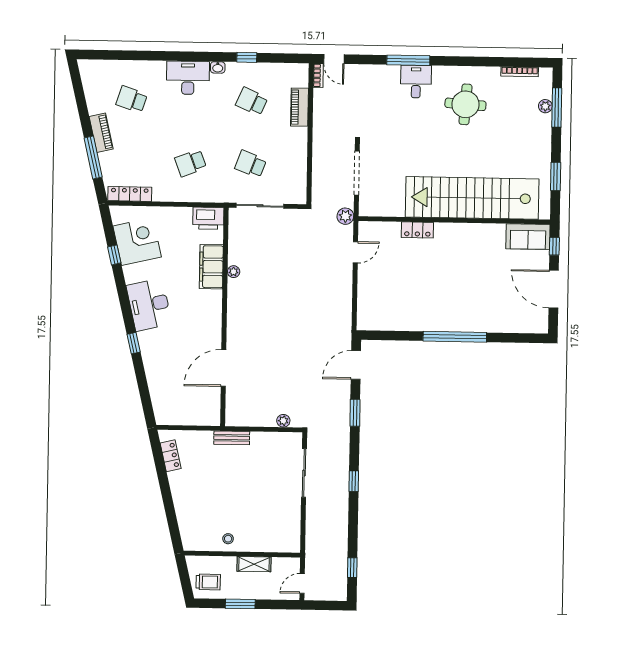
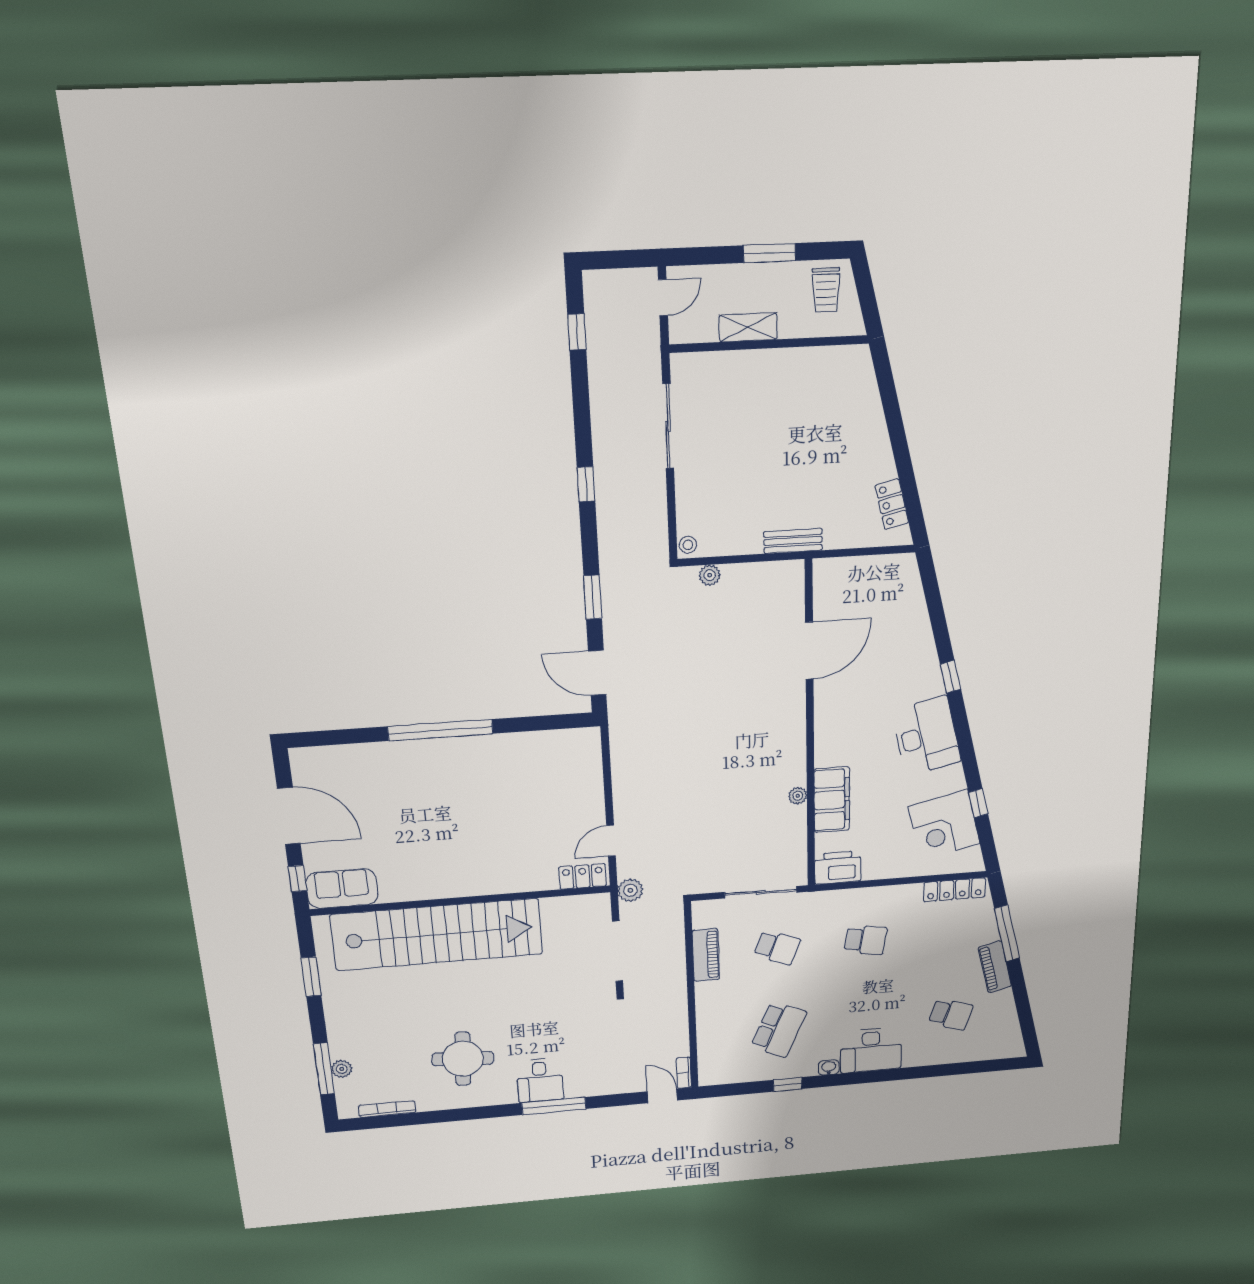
school desk: (252, 101) -> (779, 1030), width x1.85
piano: (300, 107) -> (706, 955), moved
school desk: (191, 163) -> (865, 940), turned 30
locker: (417, 230) -> (583, 876), moved
door: (356, 365) -> (597, 673), swing flipped
sliding door: (304, 473) -> (668, 426), moved
stool: (228, 539) -> (688, 545), moved
trolley: (208, 582) -> (826, 290), turned -90

